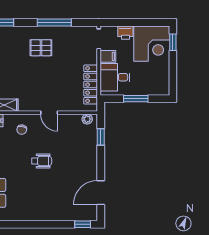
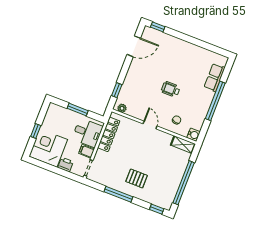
window: (173, 42) -> (36, 131), moved

